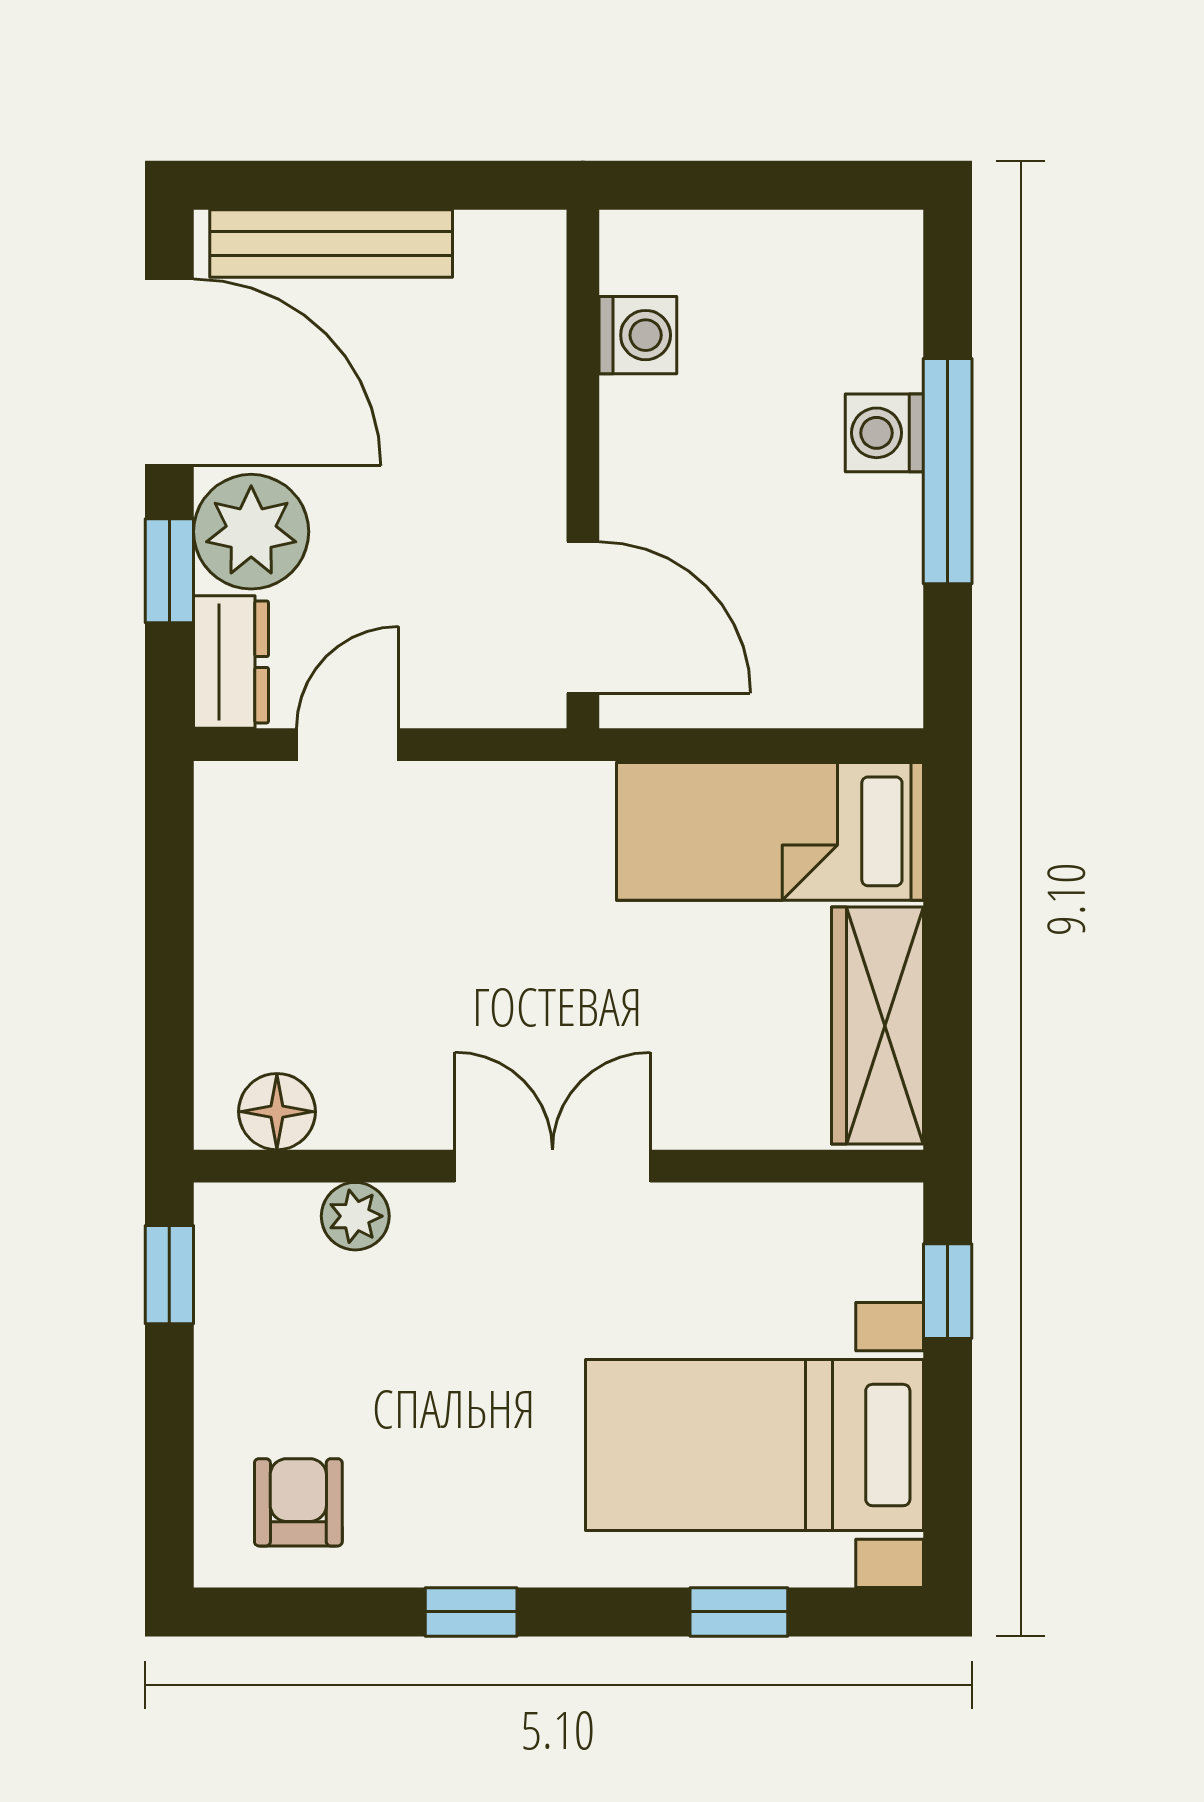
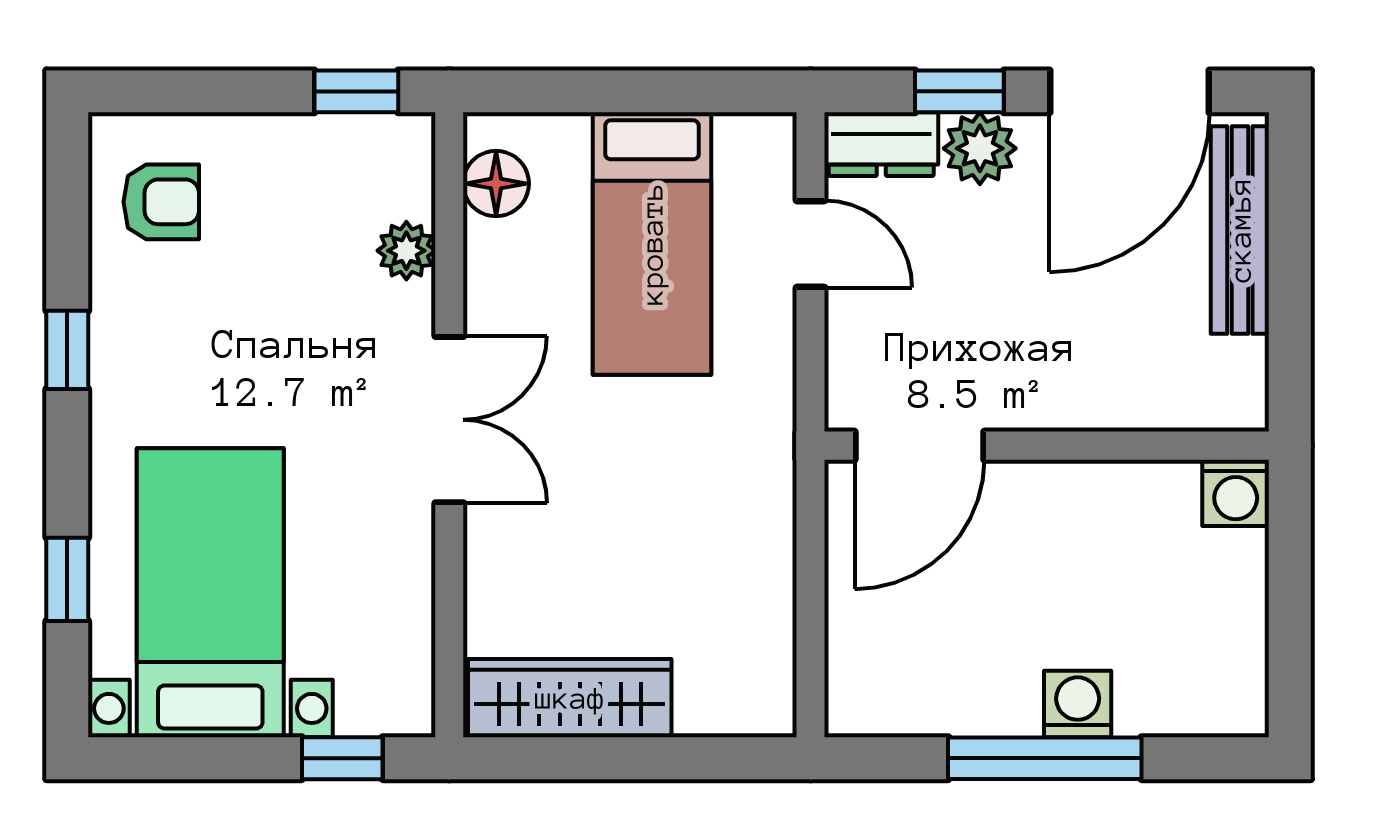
washing machine: (638, 335) -> (1236, 493), moved
plant: (251, 532) -> (980, 148), width x0.73, depth x0.73
bed: (770, 831) -> (652, 244), moved, turned 180

